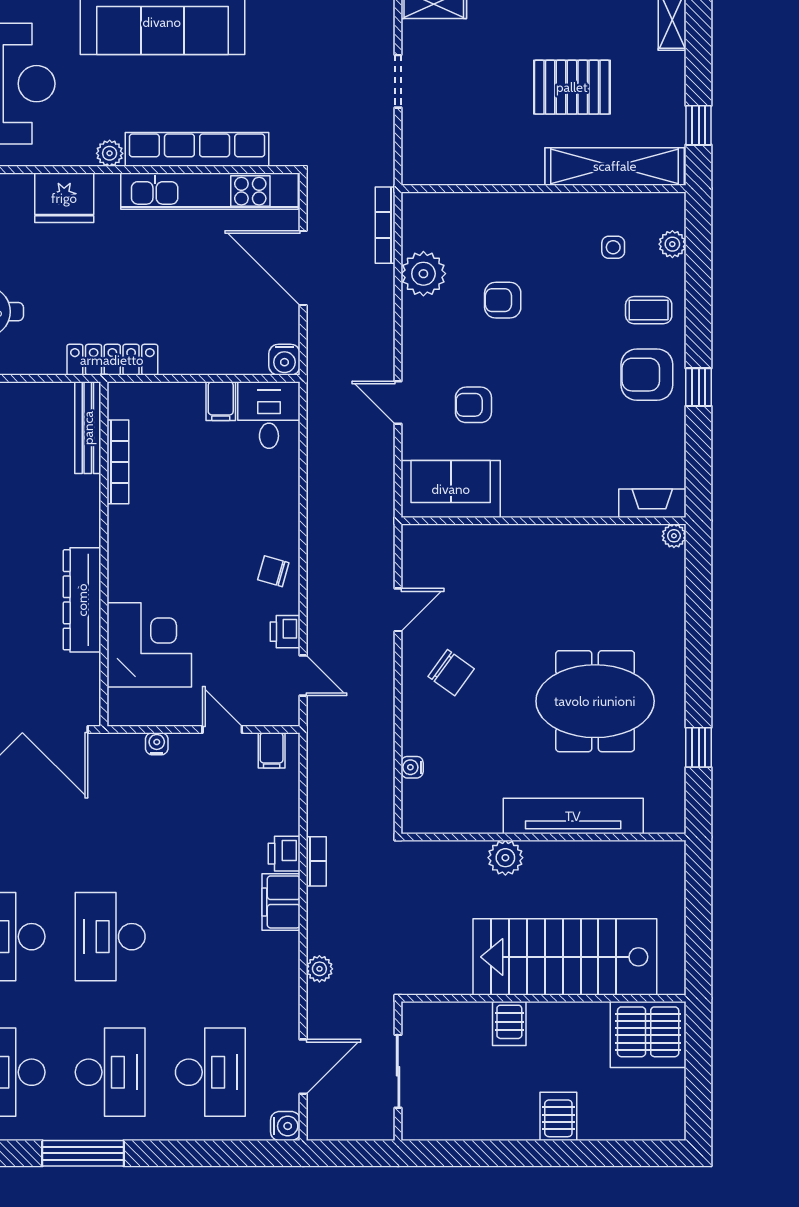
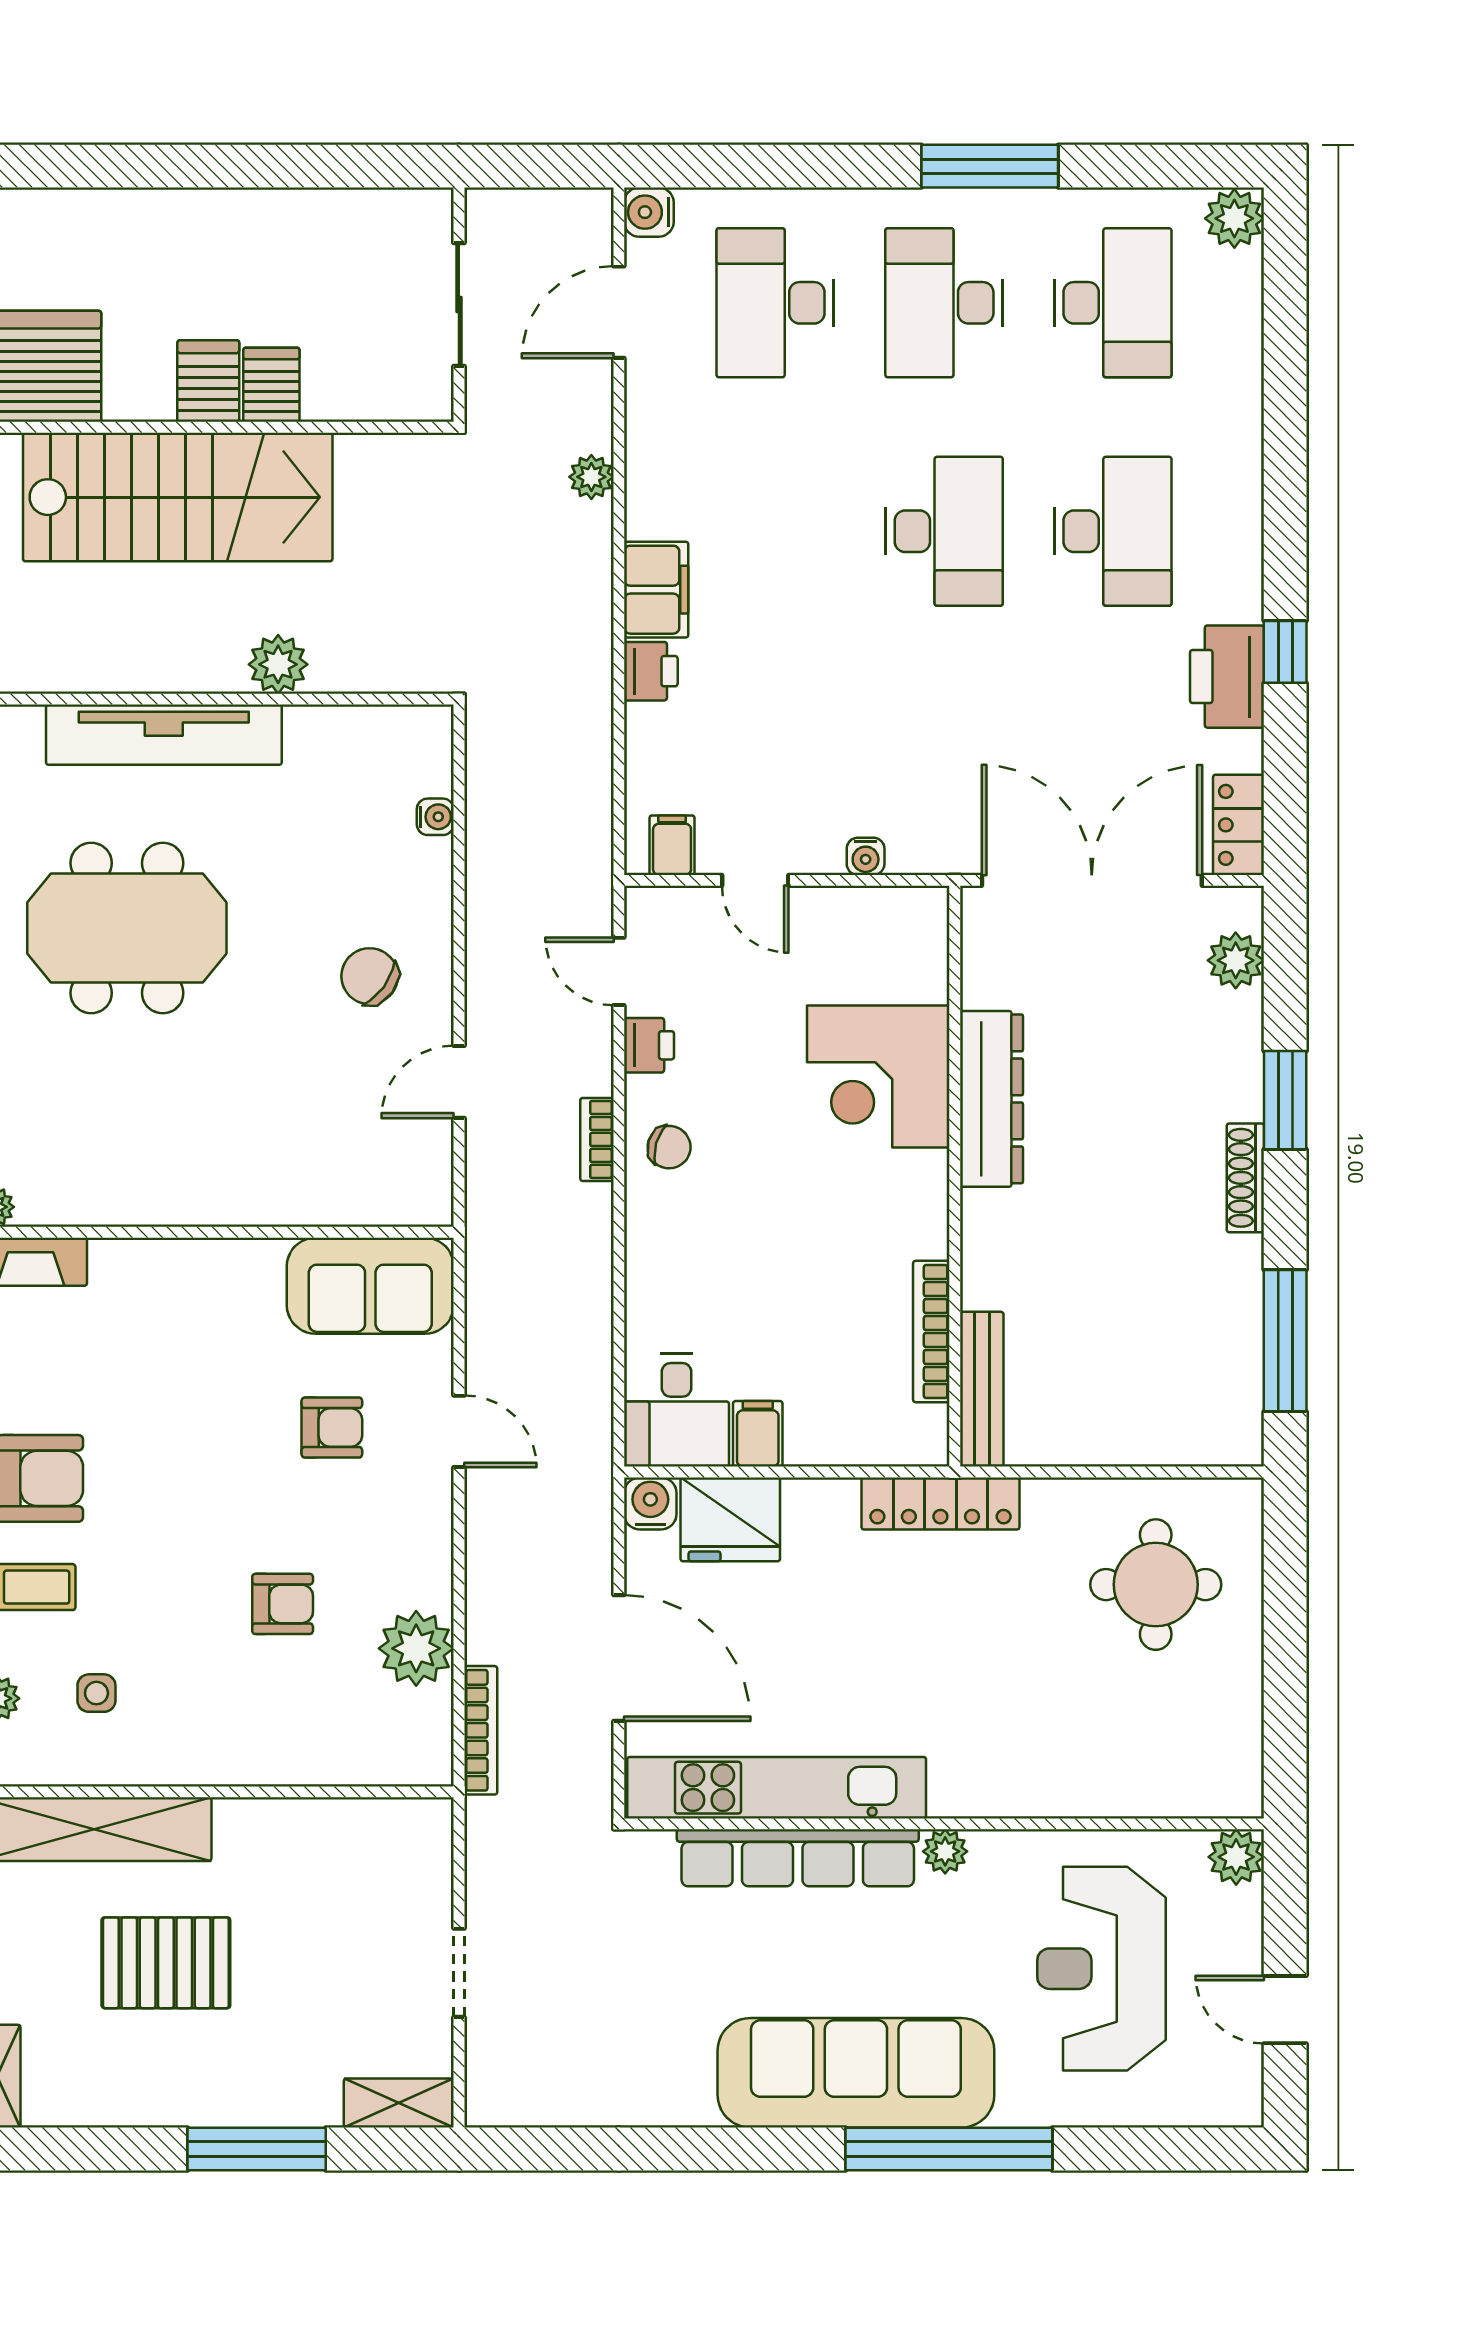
fridge: (64, 198) -> (730, 1519), moved, turned 180
corner desk: (149, 645) -> (878, 1077), moved
bookcase: (316, 861) -> (597, 1139), moved
server rack: (558, 1116) -> (208, 381), moved, turned 180

